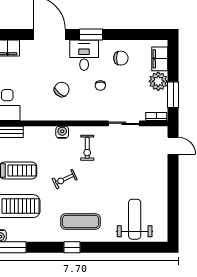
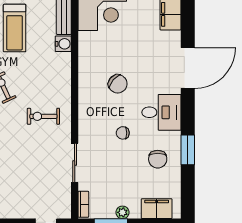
window: (91, 34) -> (188, 150), moved
plant: (158, 81) -> (122, 212), width x0.53, depth x0.53
water cooler: (62, 132) -> (63, 44), moved

